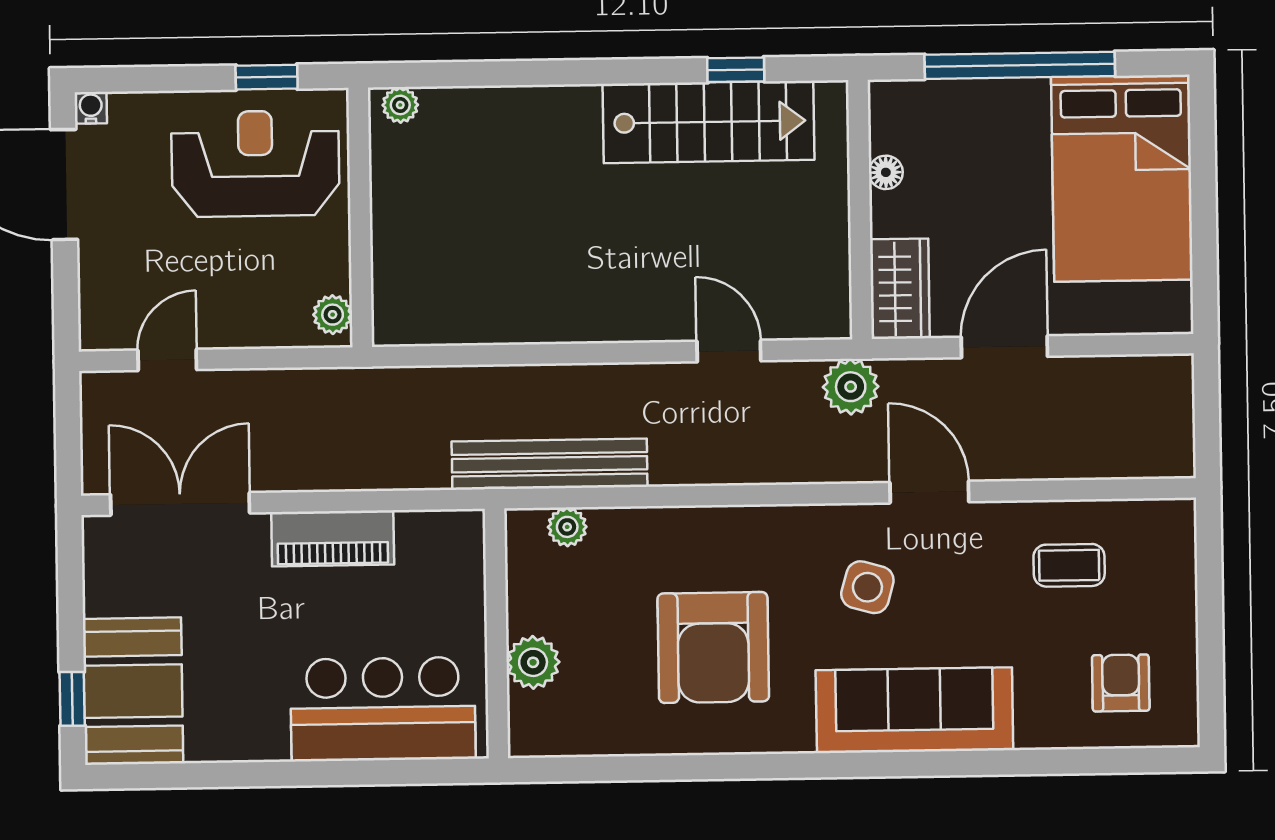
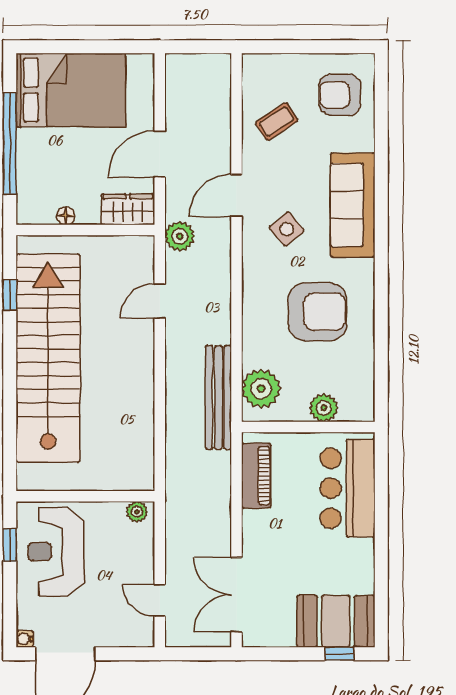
plant: (400, 105) -> (26, 474), removed
stairs: (708, 122) -> (48, 358), width x1.86, depth x1.51
door: (1004, 347) -> (160, 154), hinge flipped
plant: (567, 527) -> (261, 389), width x1.87, depth x1.87
piano: (333, 538) -> (256, 476), moved
coffee table: (1069, 565) -> (277, 121), turned 57
side table: (867, 587) -> (287, 229), turned 34
armchair: (1121, 683) -> (340, 95), width x1.38, depth x1.38

